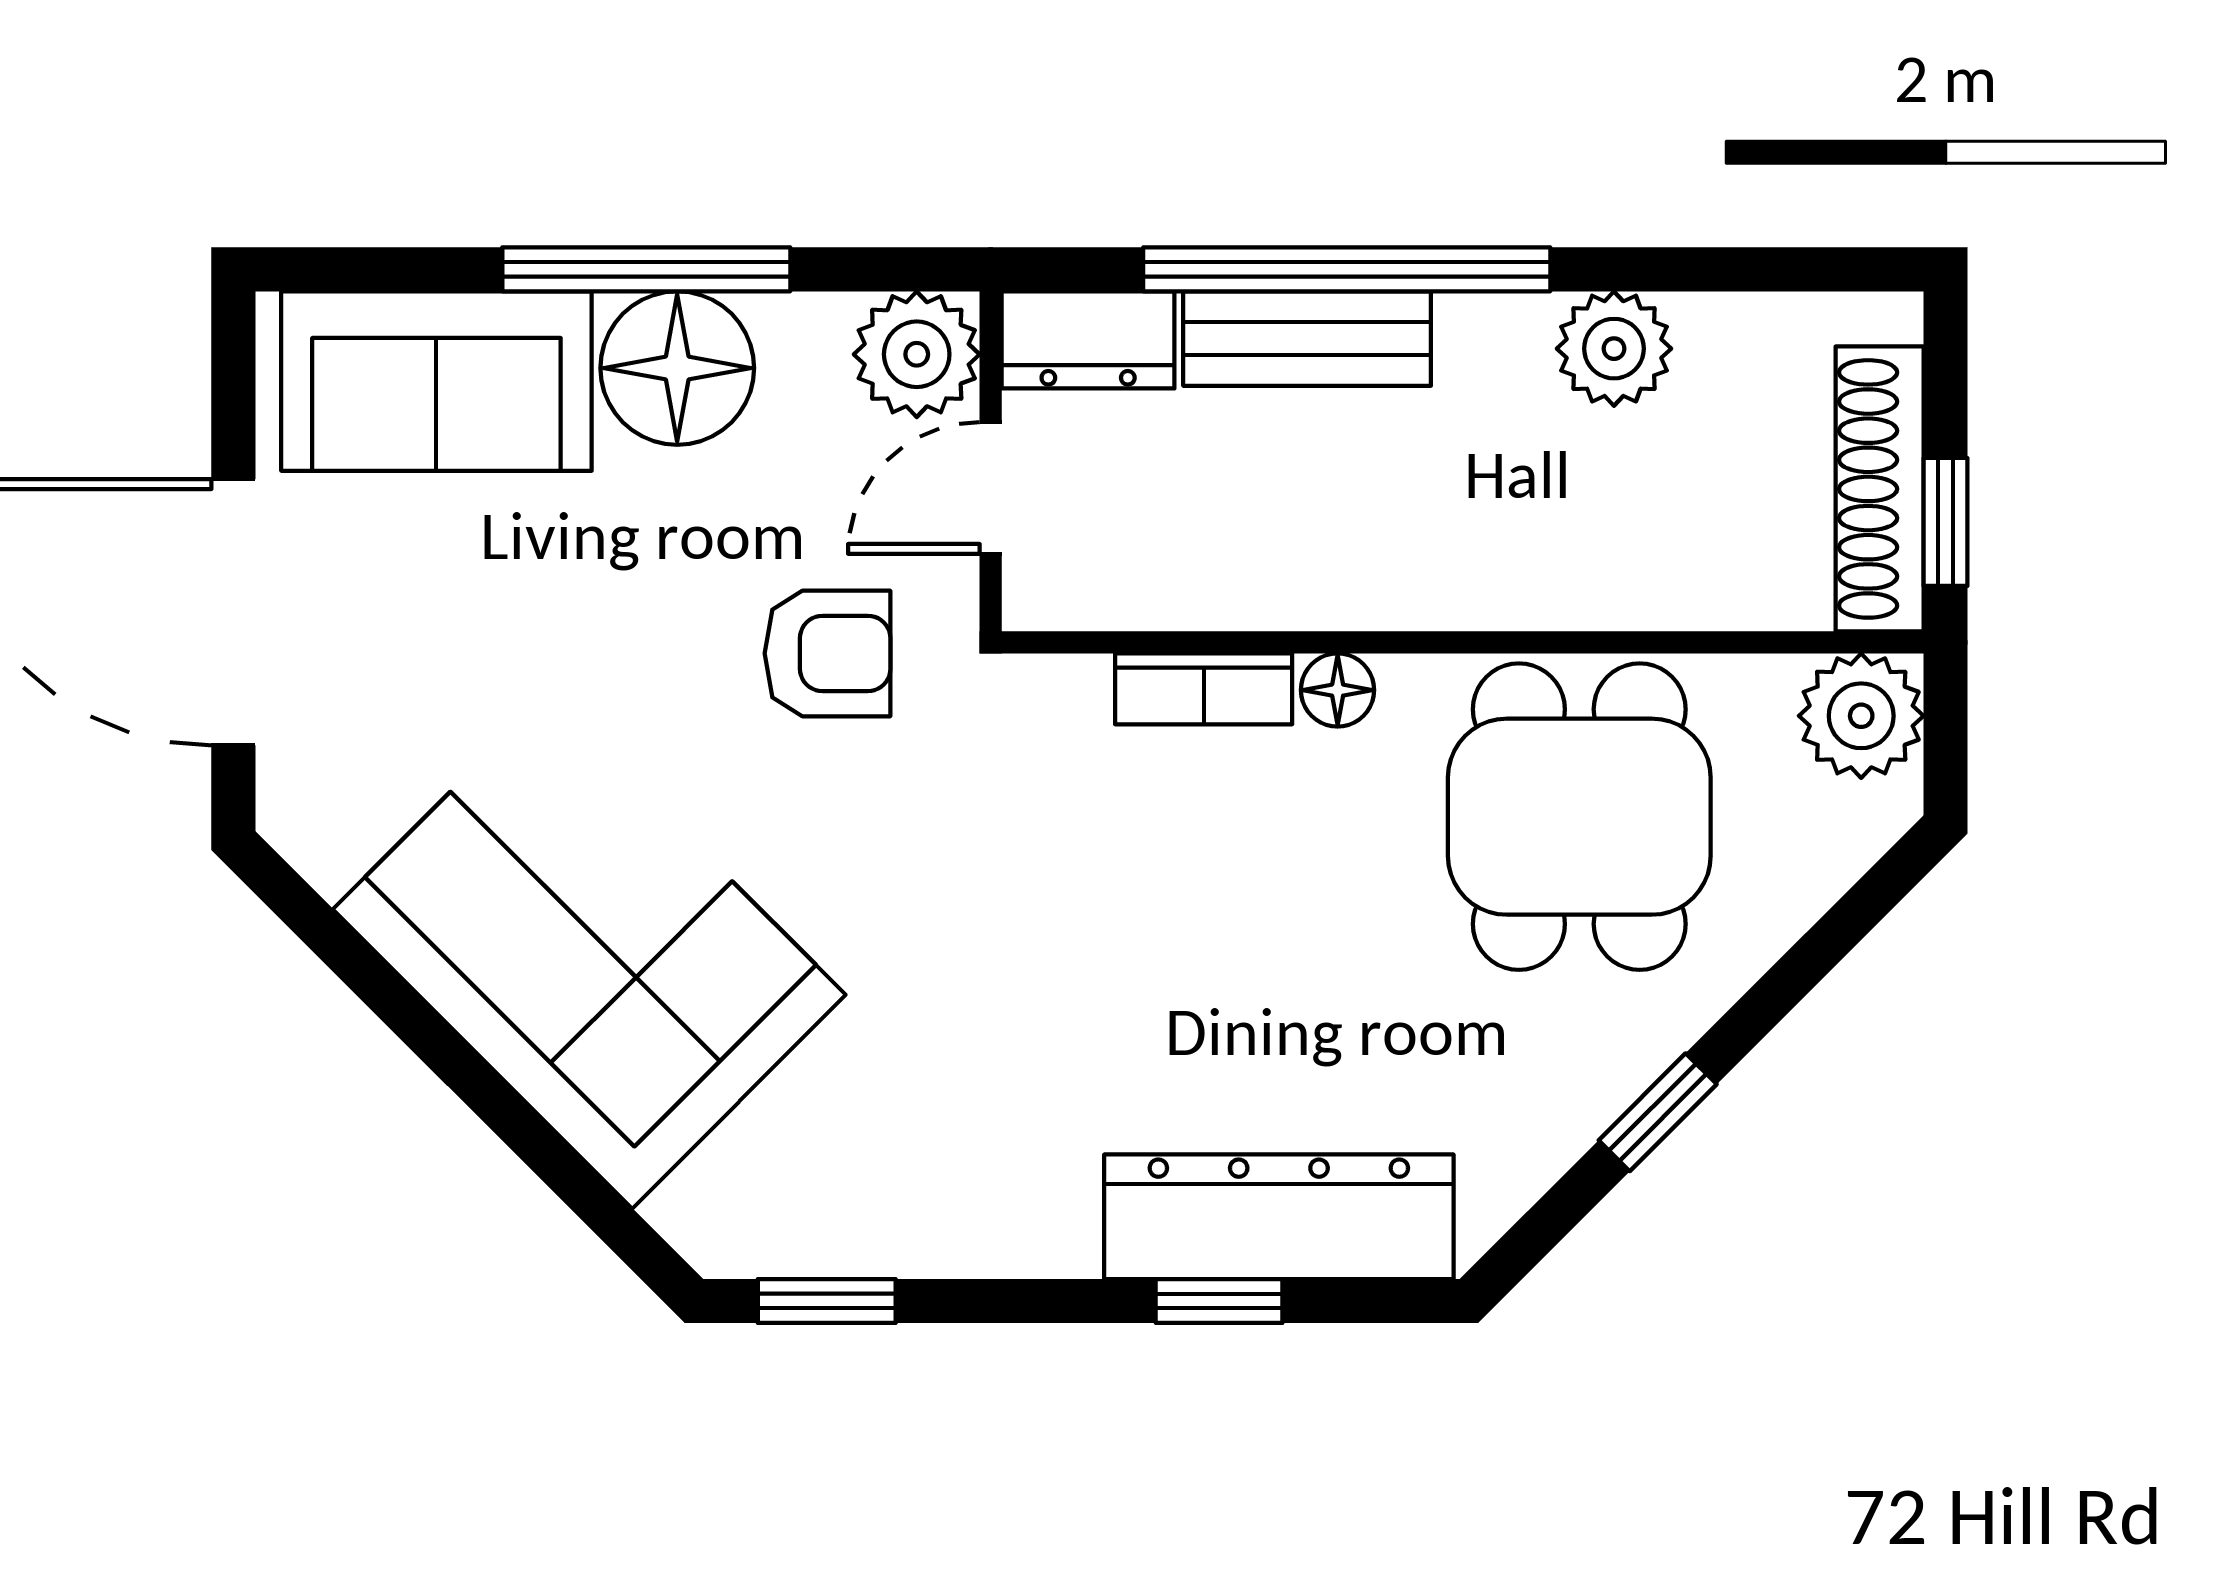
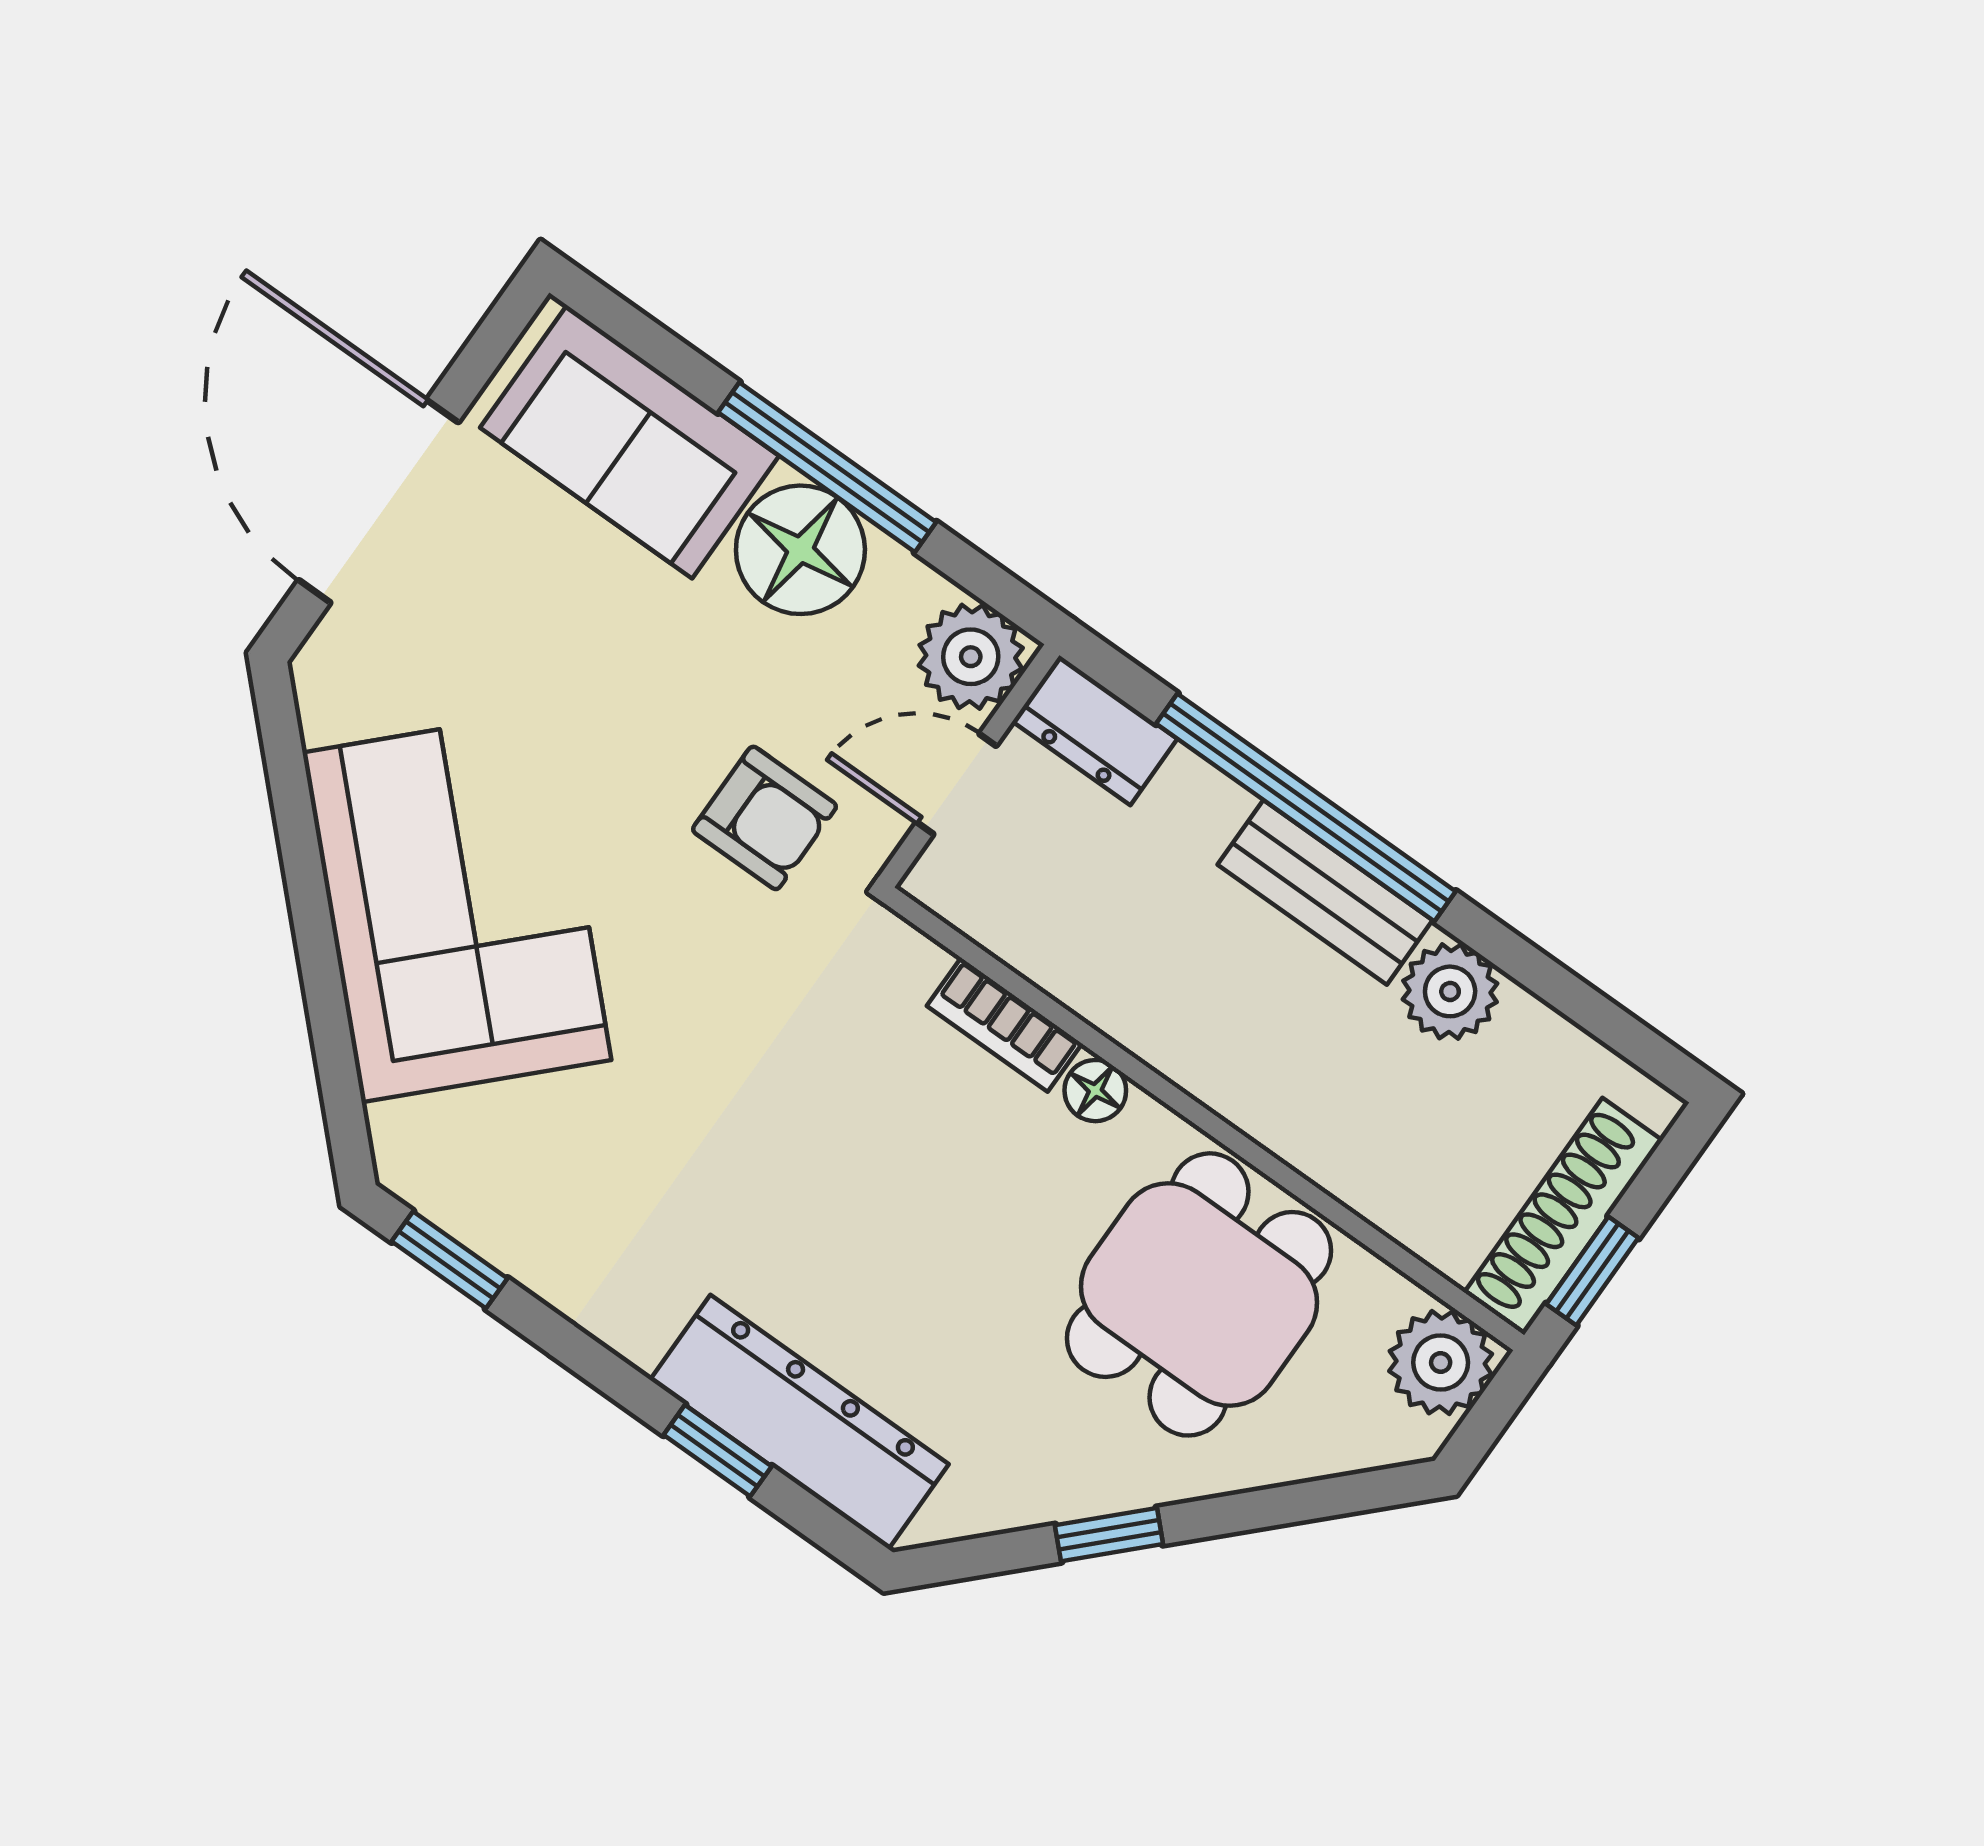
bench: (1307, 339) -> (1325, 892), moved

